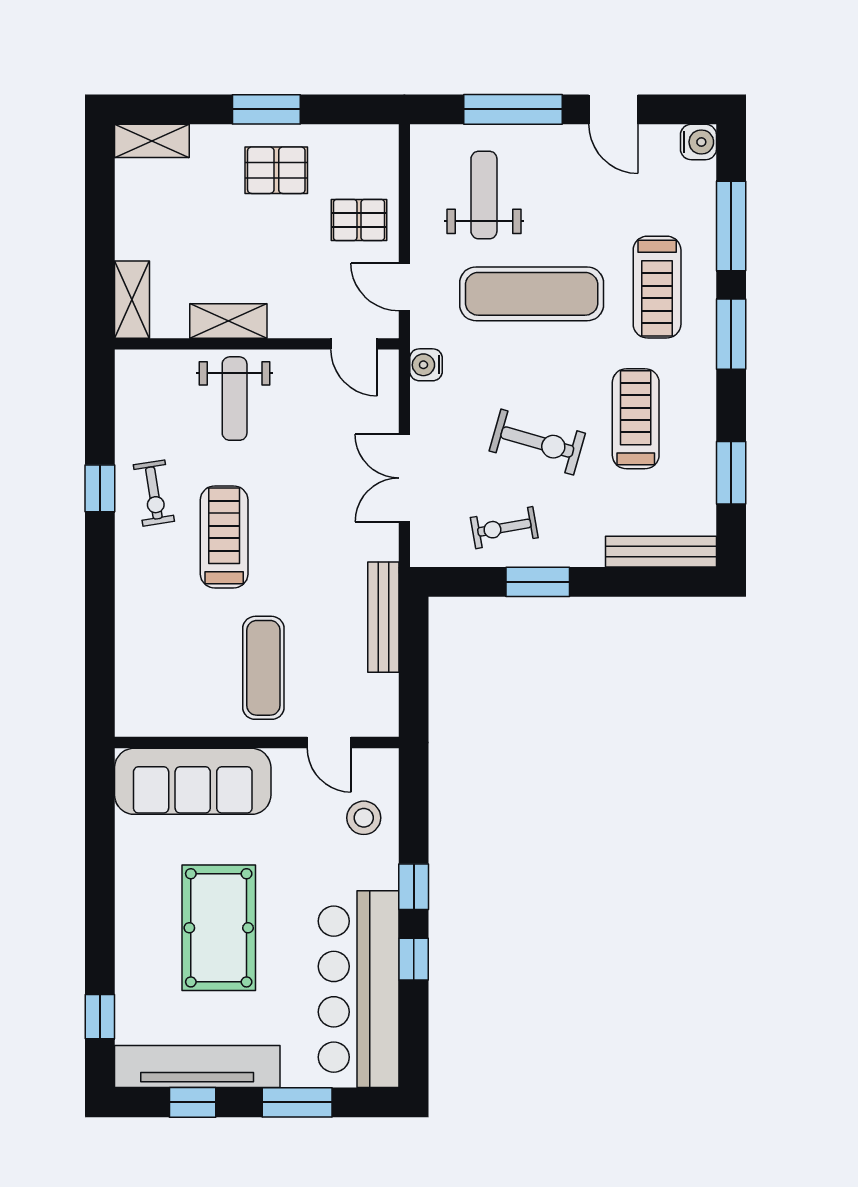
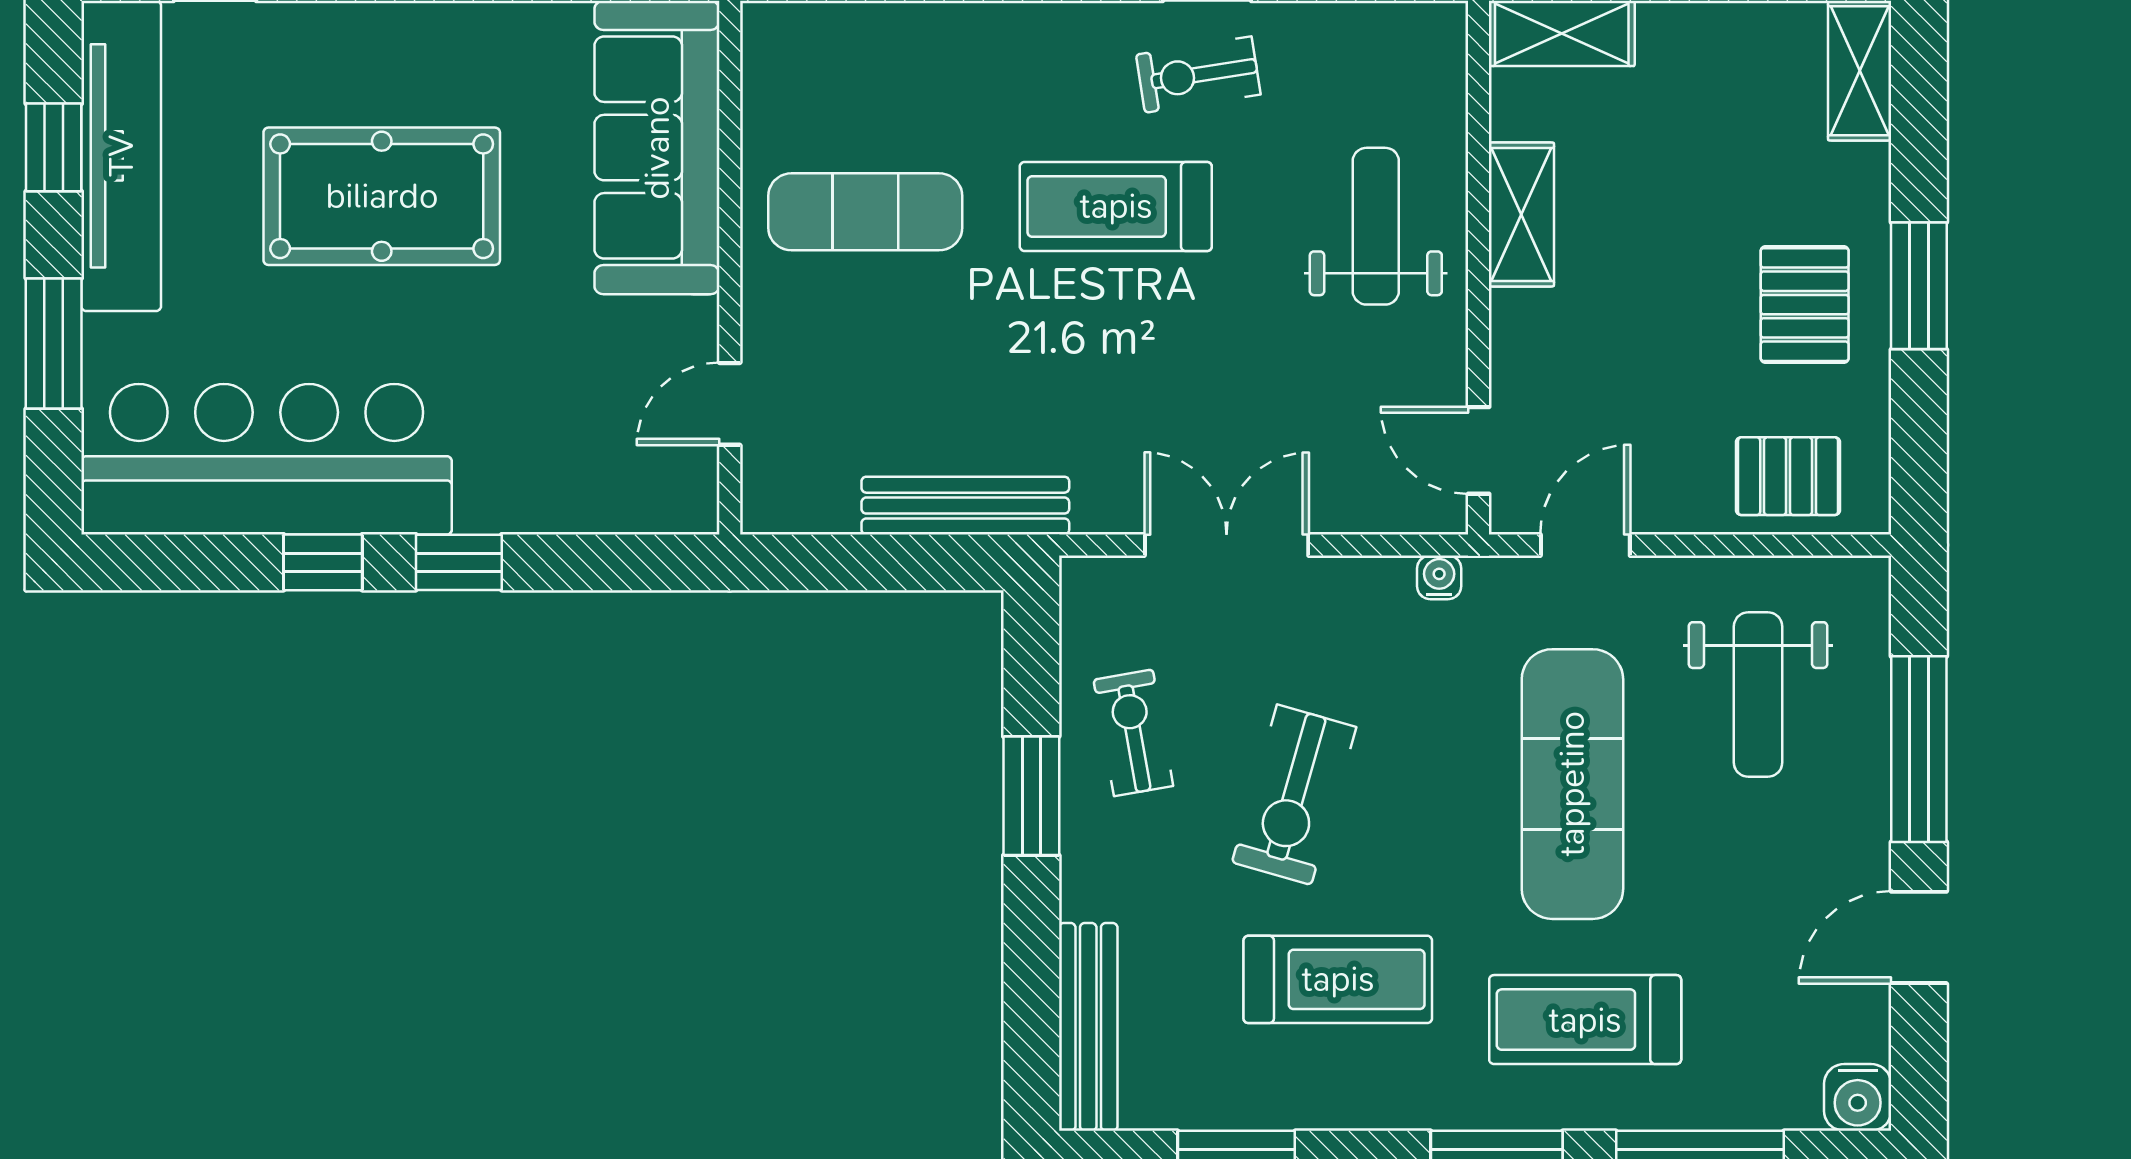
weight bench: (484, 195) -> (1758, 695), turned 90
pallet: (359, 220) -> (1788, 476), moved, turned 90
door: (354, 344) -> (1479, 450), hinge flipped
water cooler: (426, 365) -> (1439, 577), width x0.72, depth x0.72
weight bench: (235, 399) -> (1376, 226), turned 90
treadmill: (224, 537) -> (1116, 206), turned 180
exercise mat: (263, 668) -> (865, 212), moved
stool: (364, 818) -> (588, 469), removed

